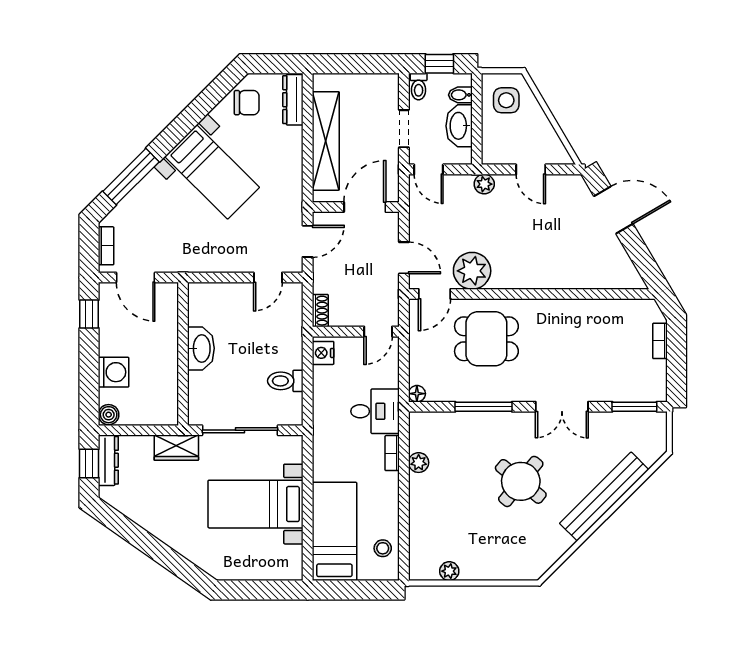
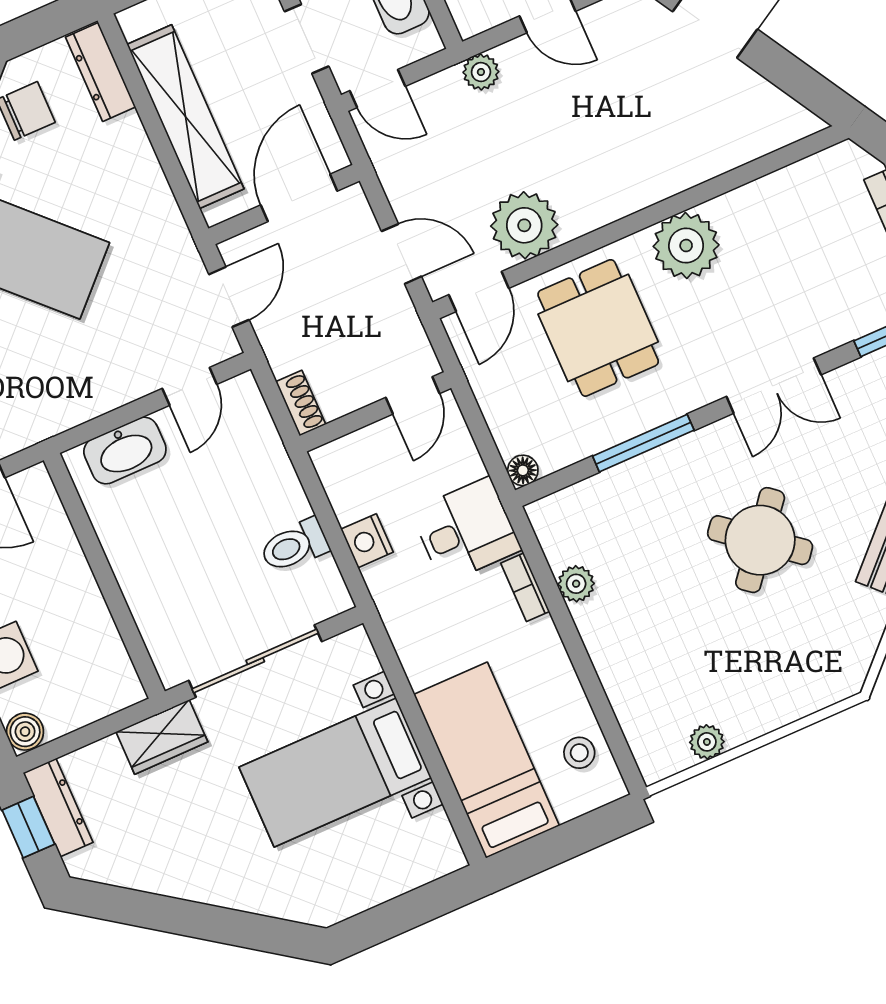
plant: (549, 317) -> (686, 246), added
dining table: (486, 339) -> (598, 328), turned 90
washbasin: (201, 348) -> (125, 450), moved, turned 90
nightstand: (323, 353) -> (367, 541), moved

